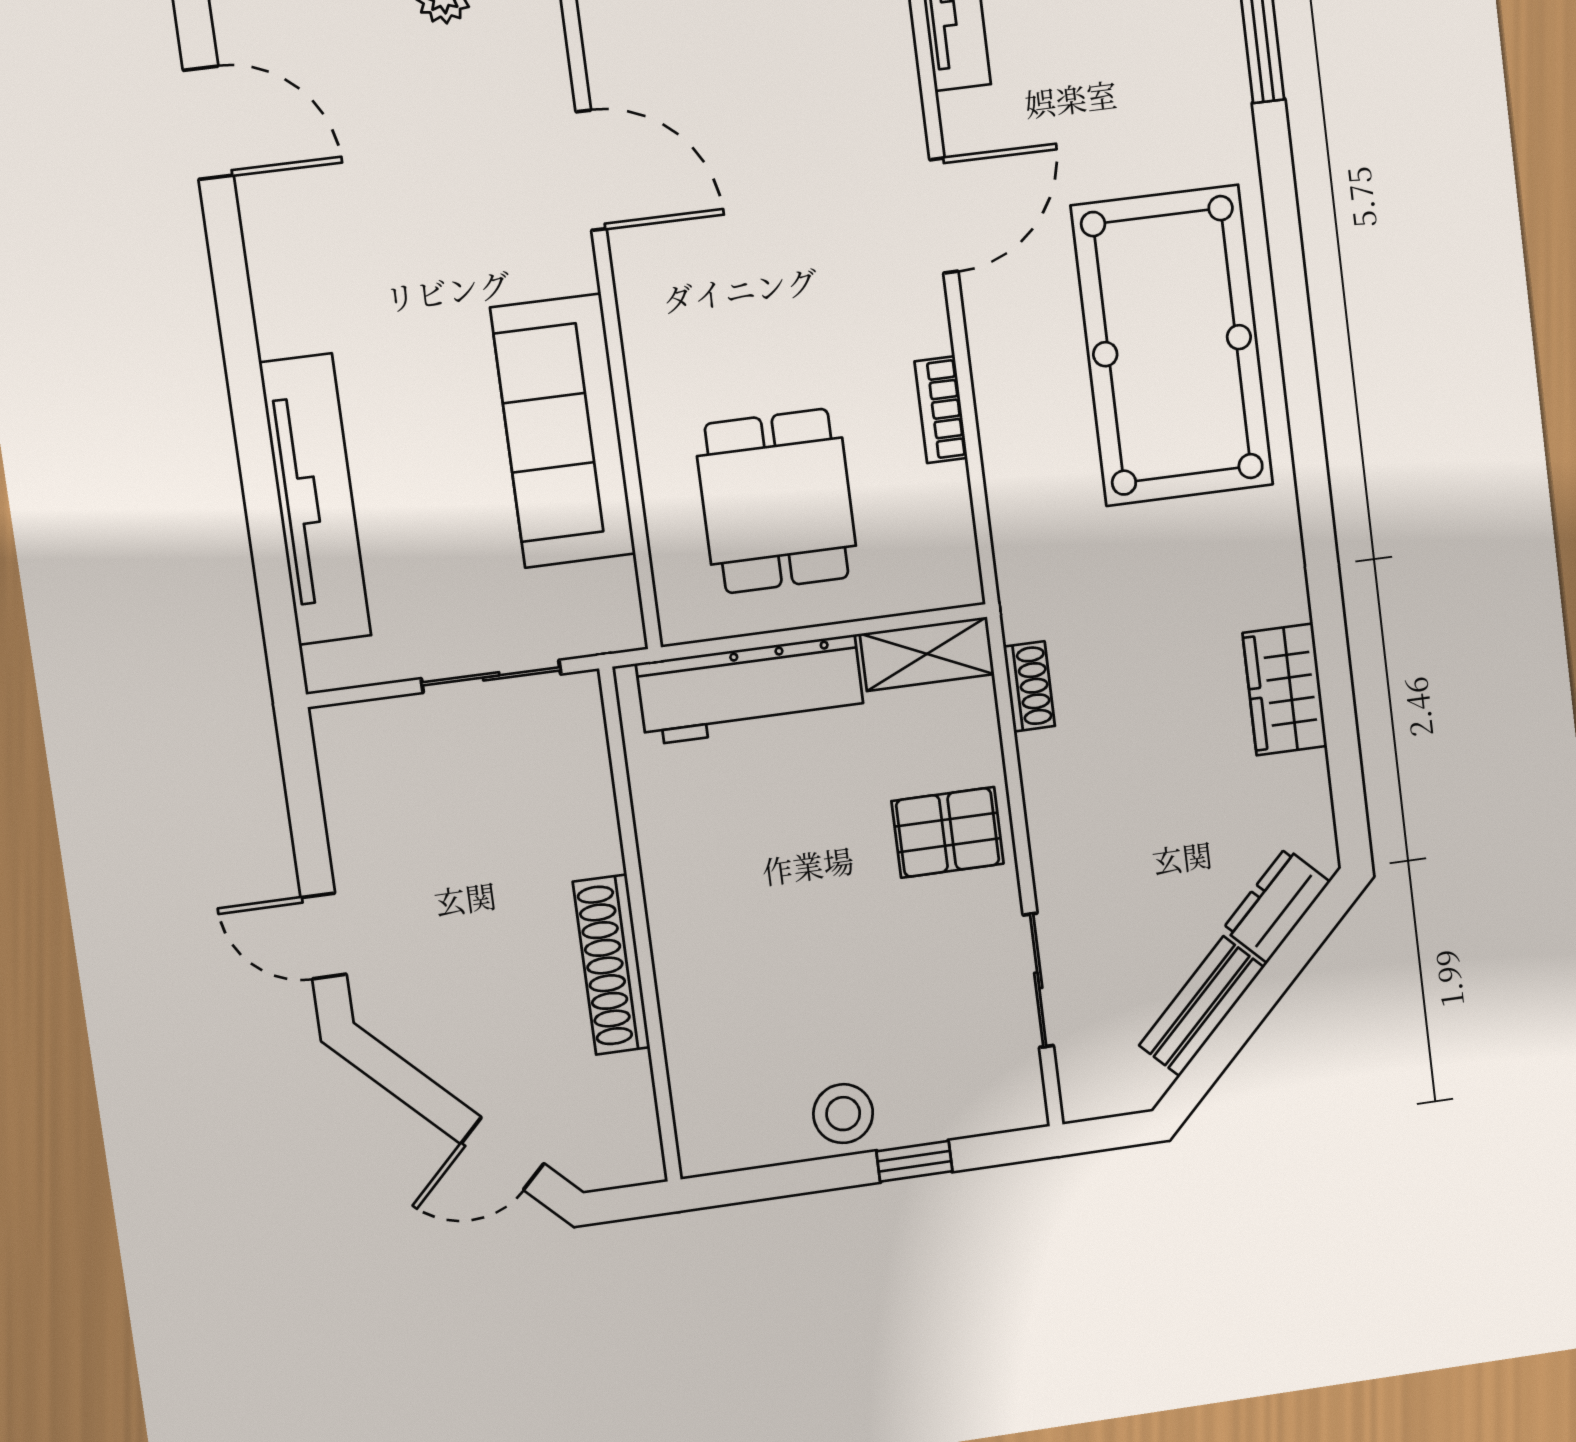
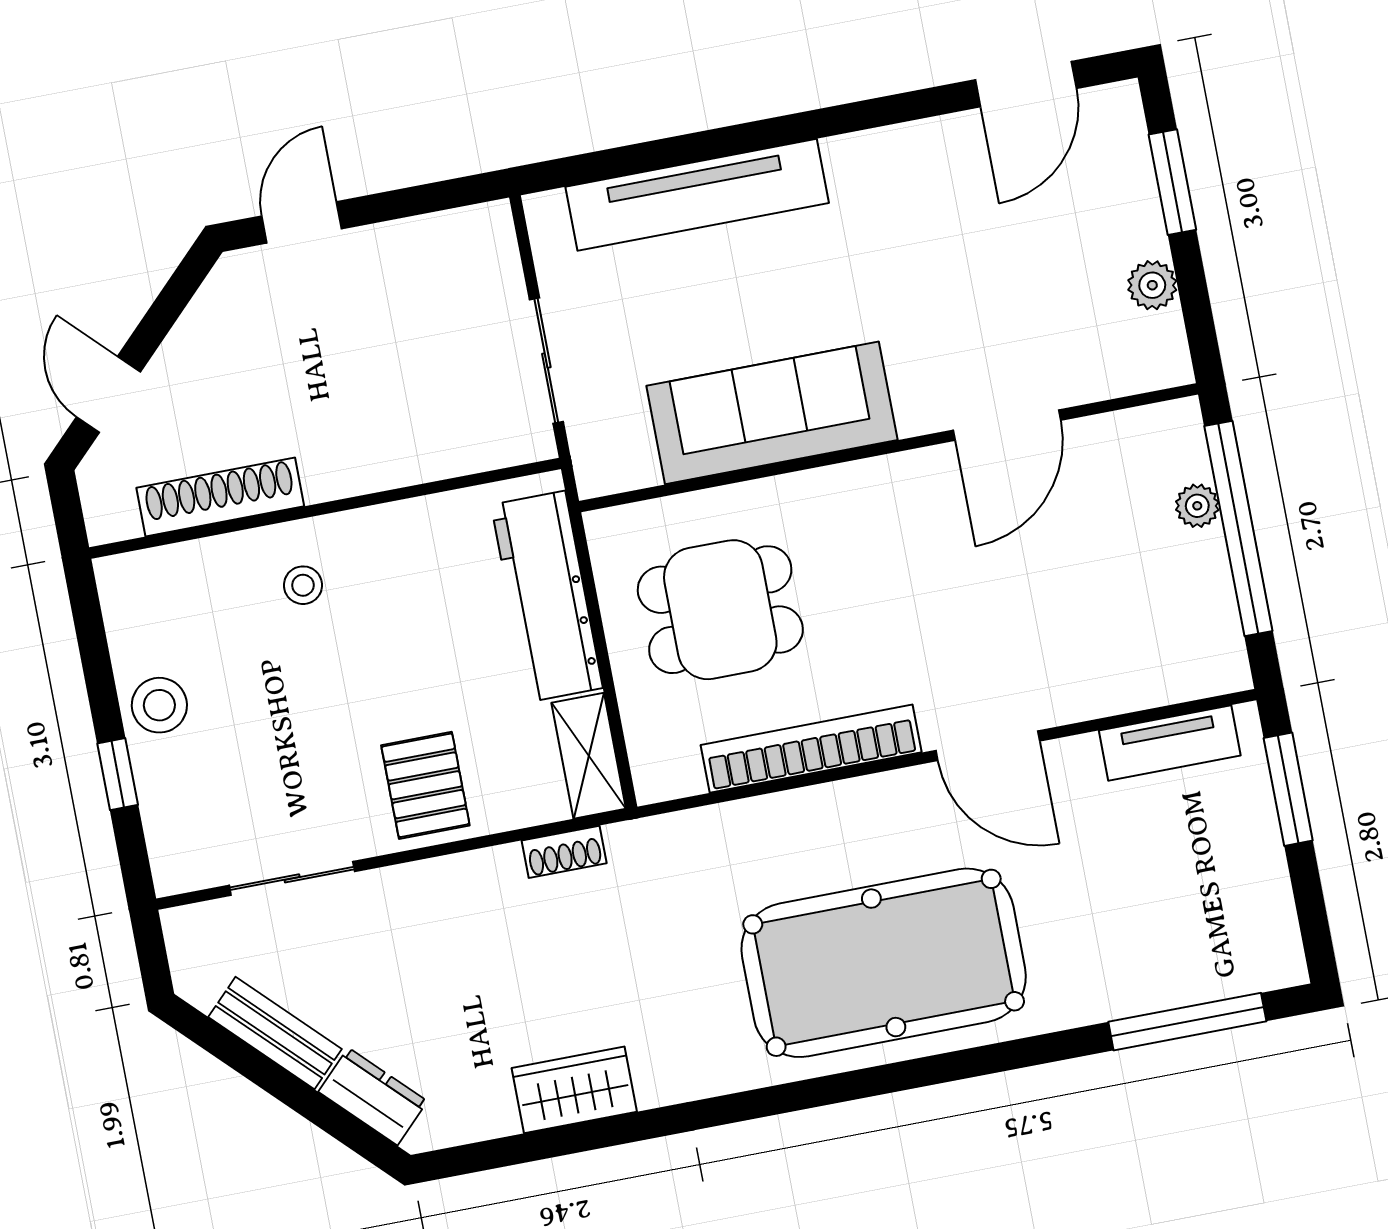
bookcase: (941, 410) -> (811, 749), width x2.31, depth x1.31
stool: (723, 954) -> (303, 585), added
shoe rack: (611, 965) -> (220, 497), moved

